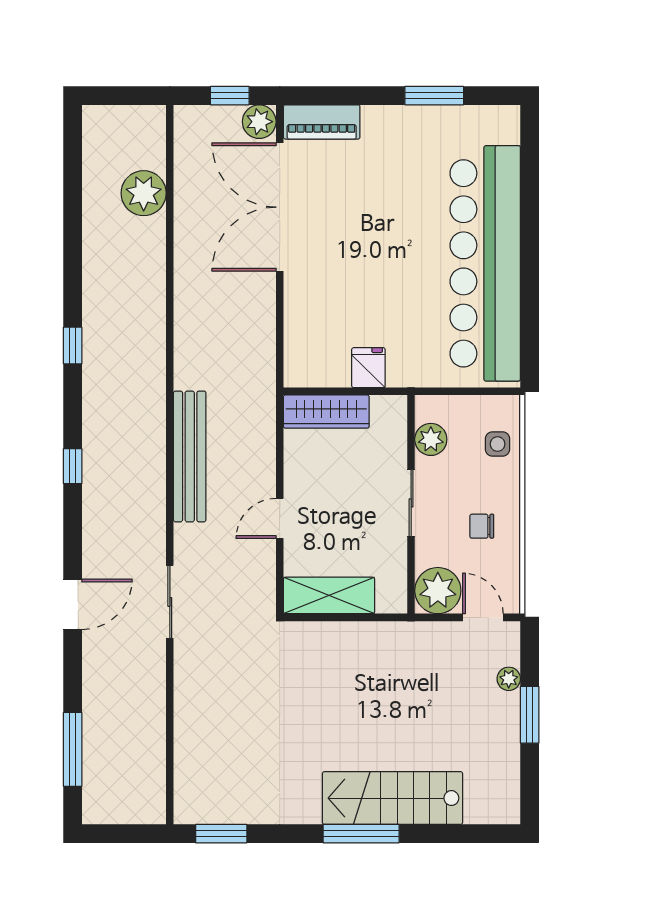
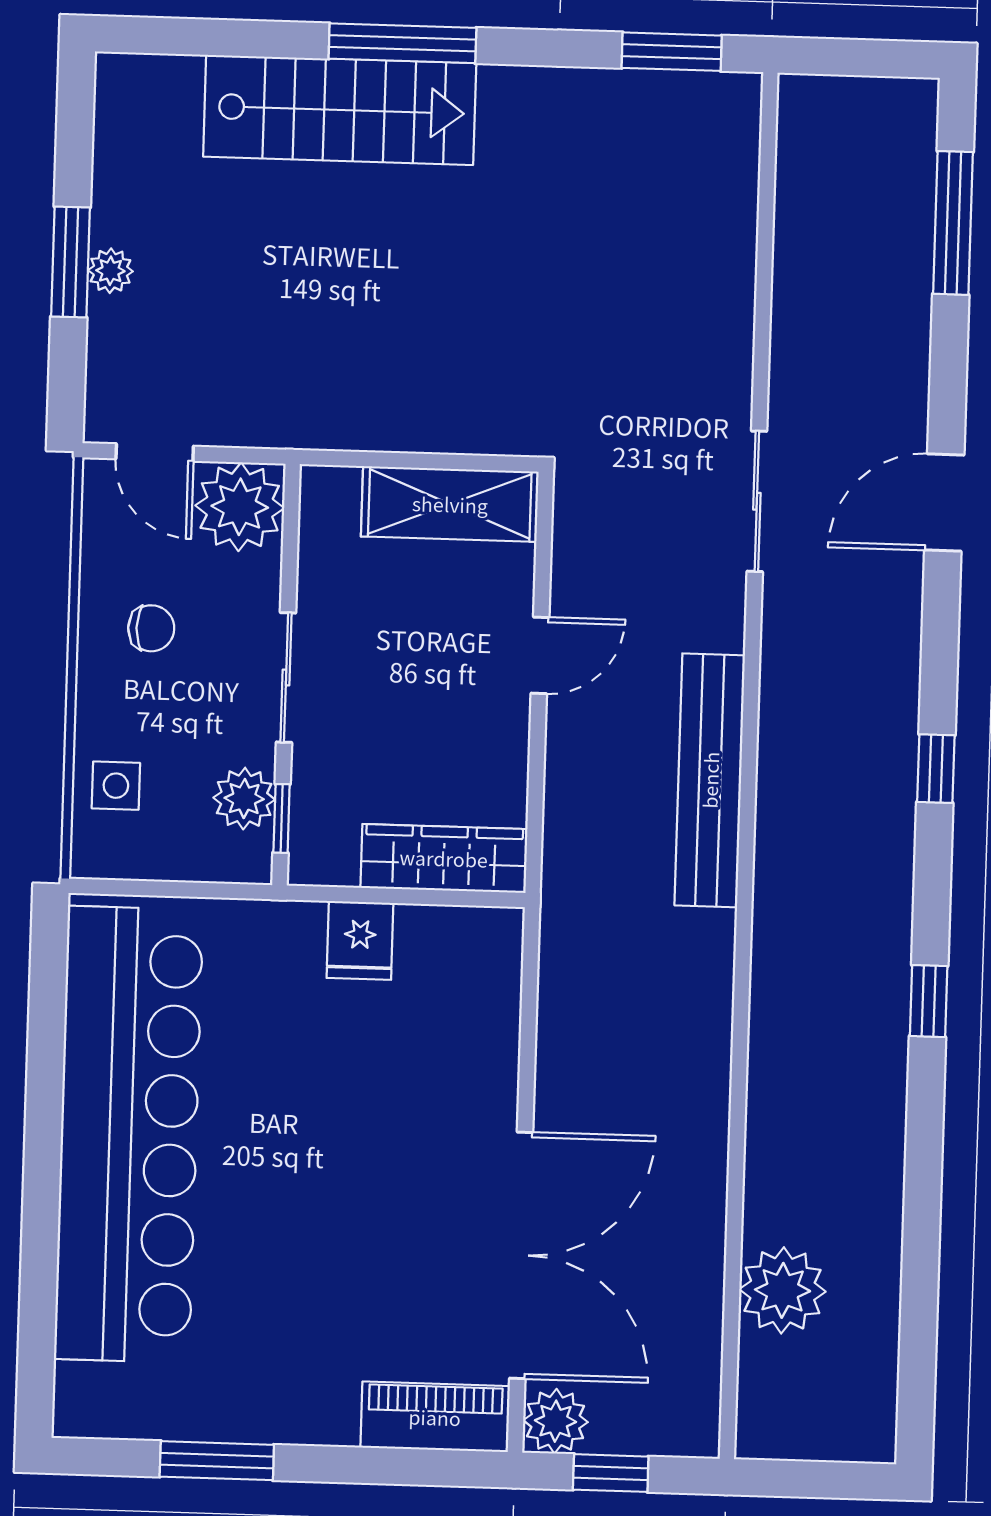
window: (411, 430) -> (282, 818), added
plant: (509, 679) -> (110, 271), moved

